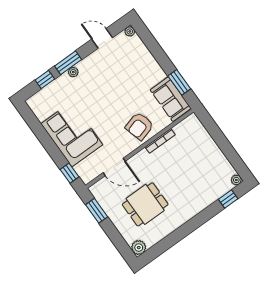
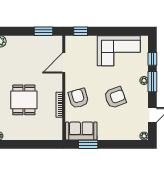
armchair: (112, 89) -> (115, 97), added
corner sofa: (72, 134) -> (119, 51), moved
dining table: (145, 204) -> (24, 100), moved

